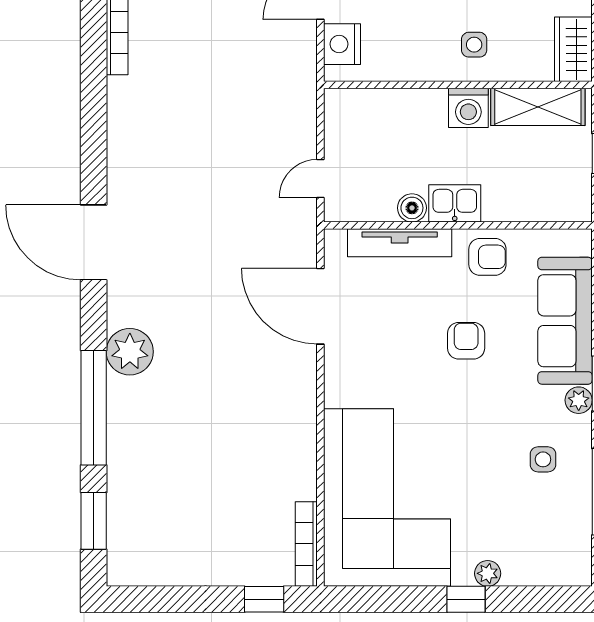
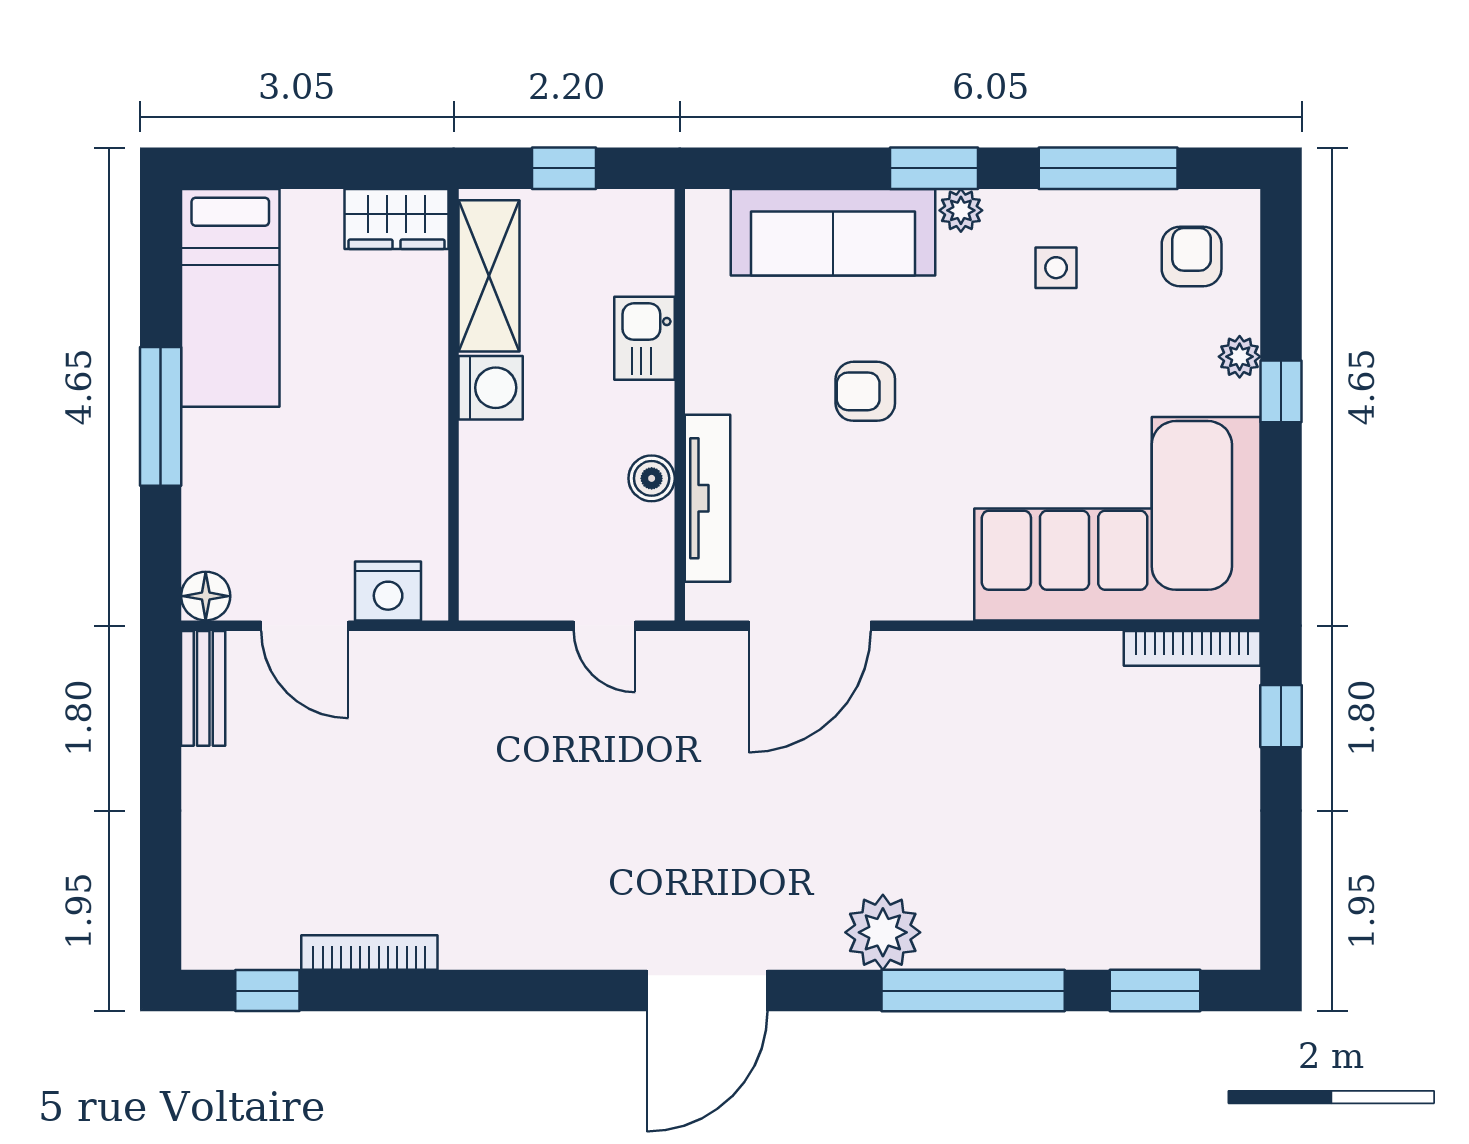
side table: (474, 45) -> (389, 378), removed
kitchen sink: (455, 203) -> (644, 338), moved
armchair: (487, 257) -> (1192, 257), moved

